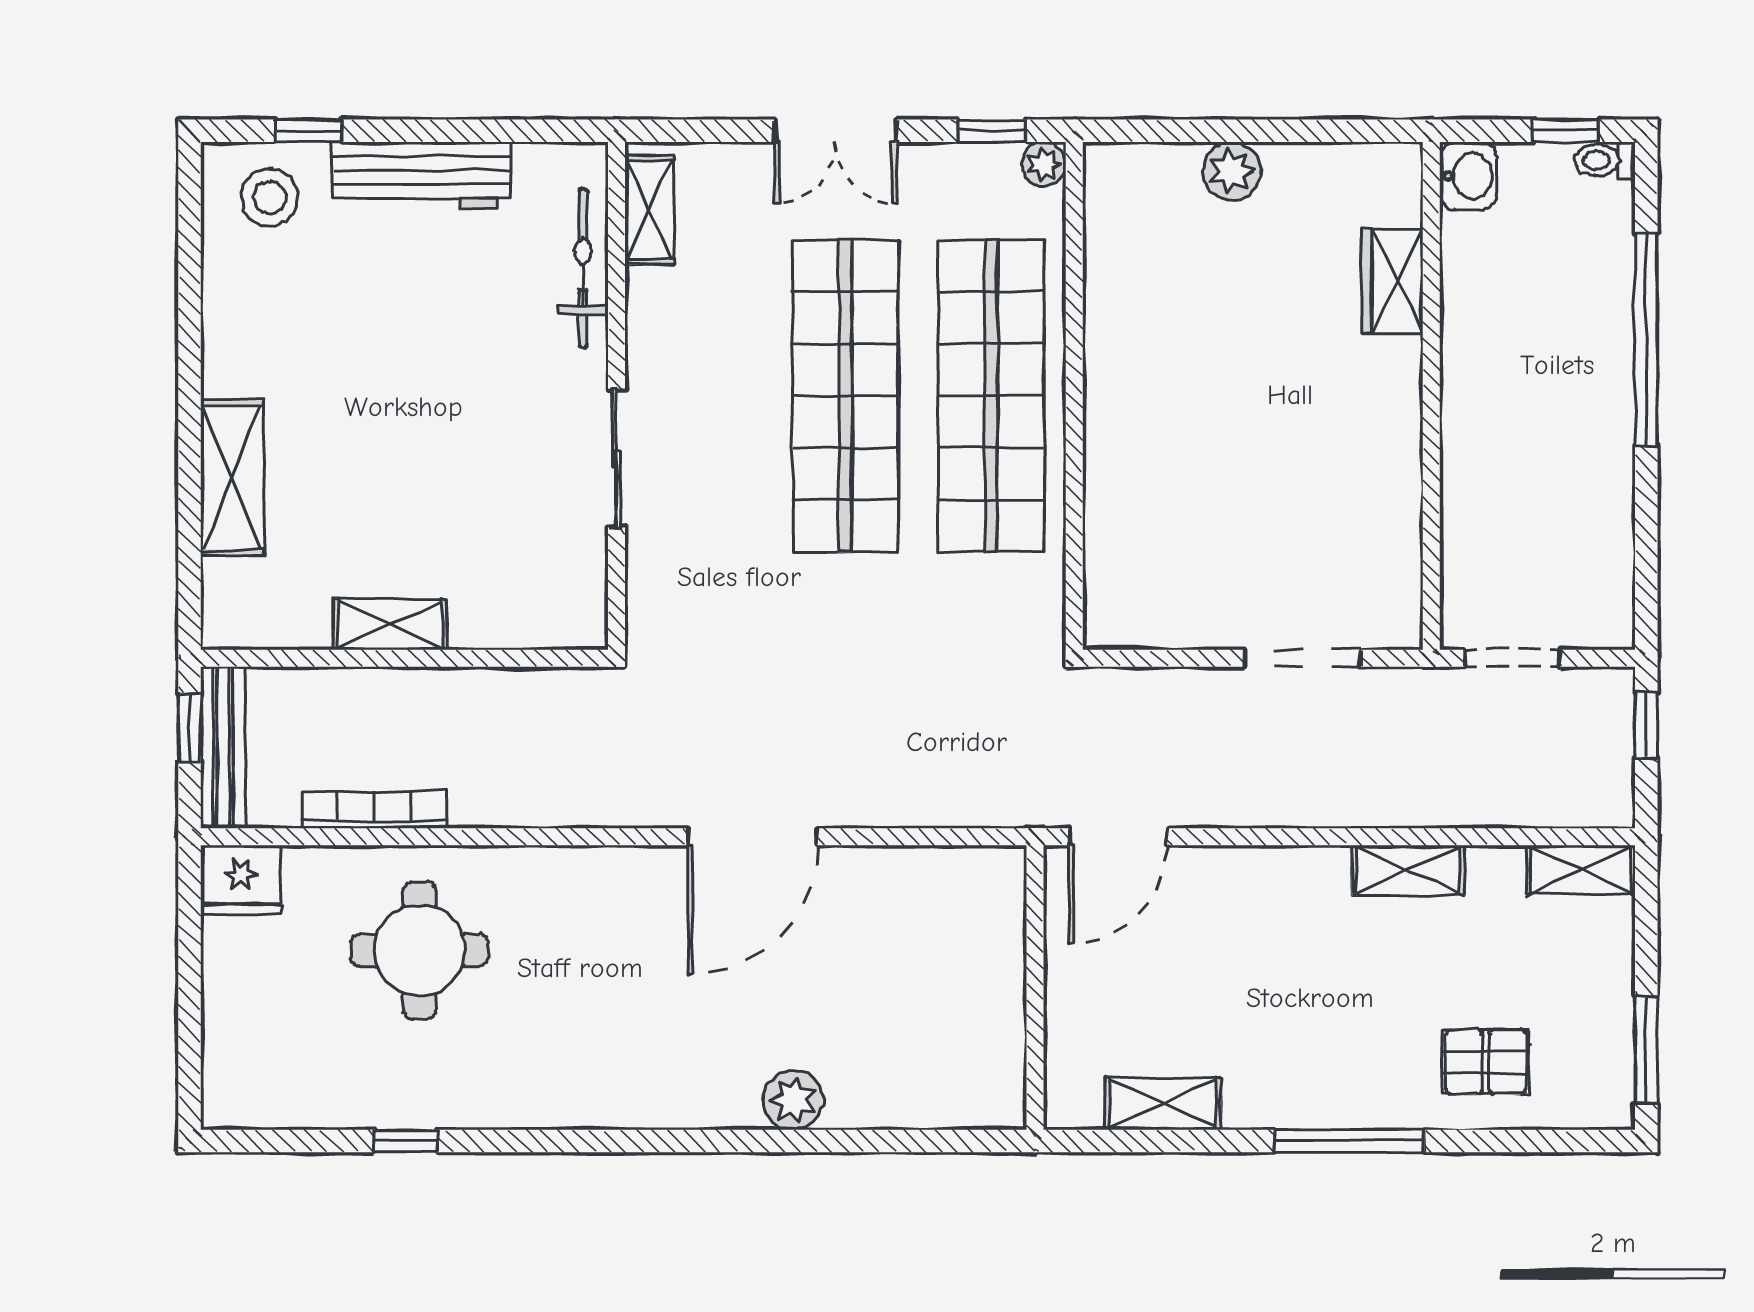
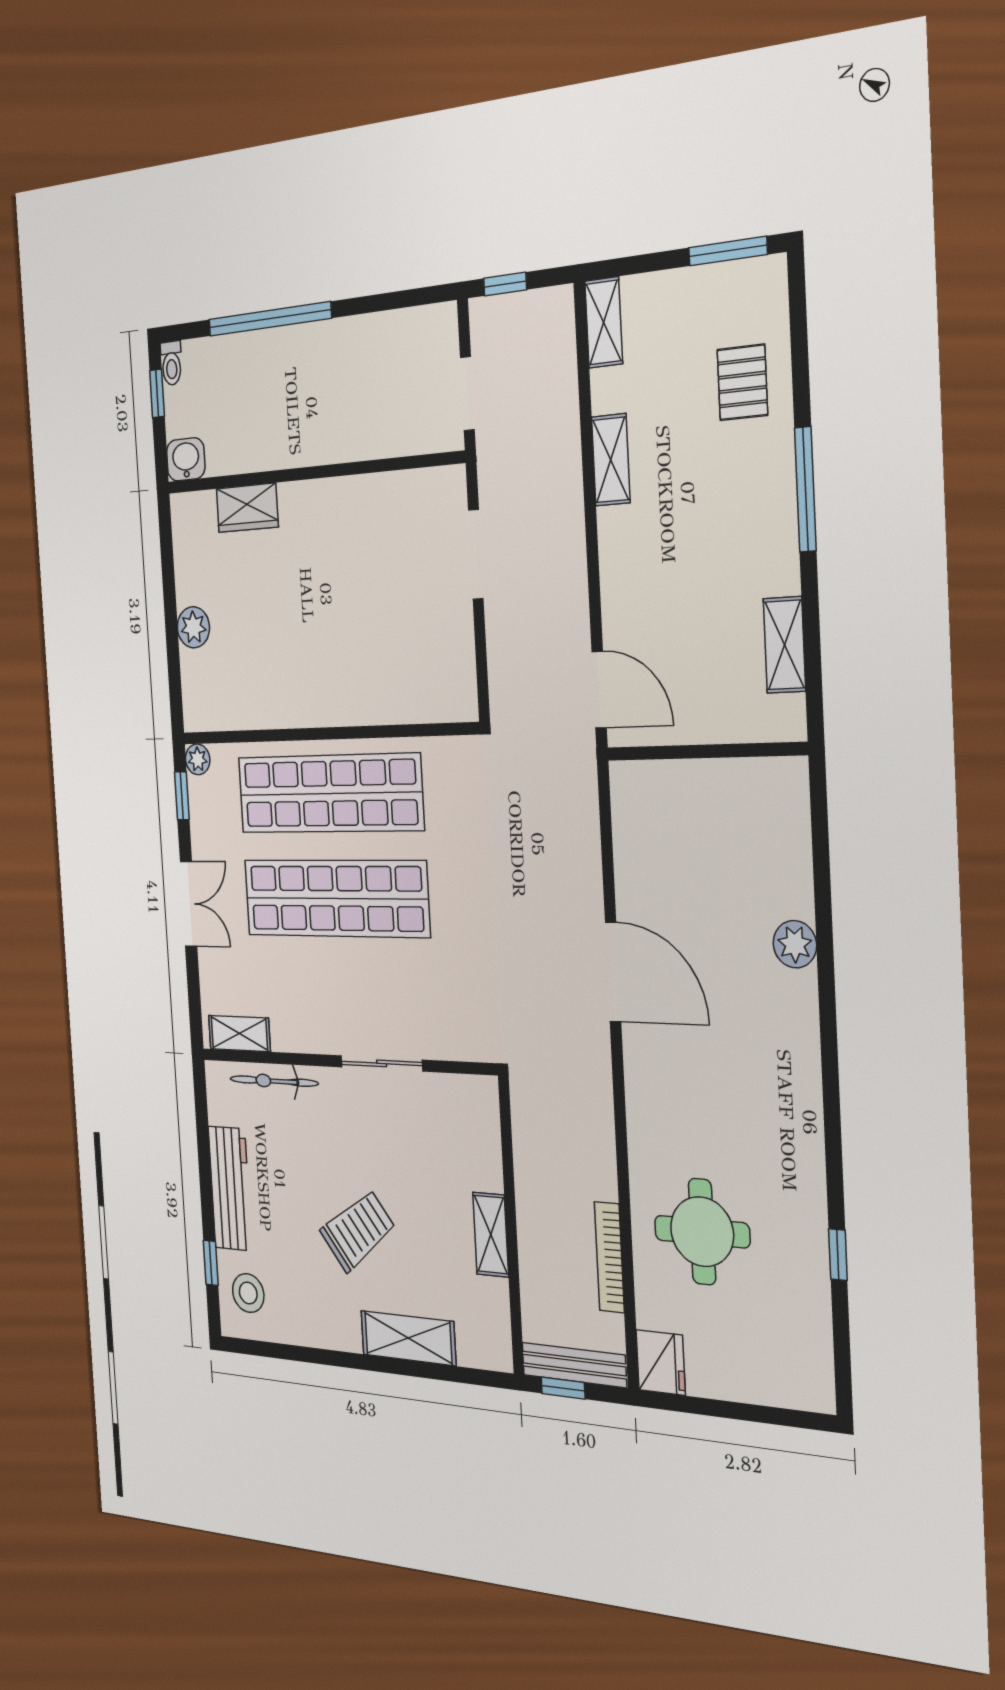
trolley: (378, 401) -> (358, 1230), added

